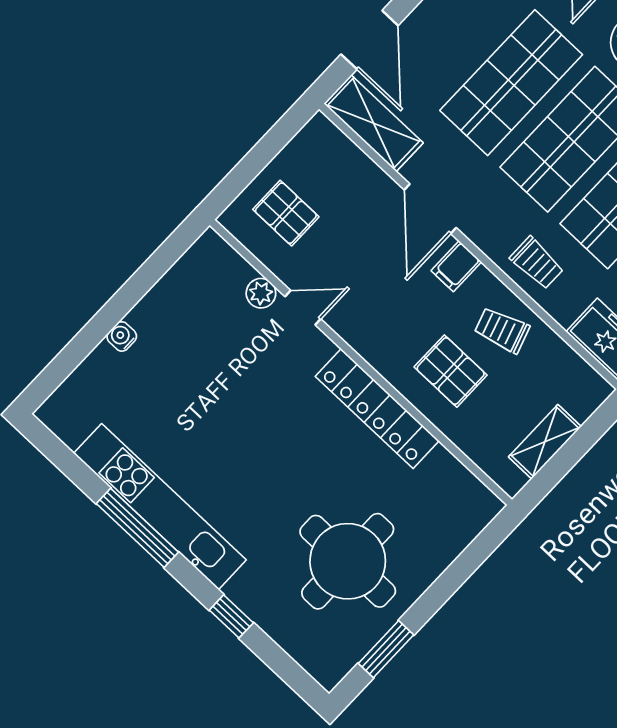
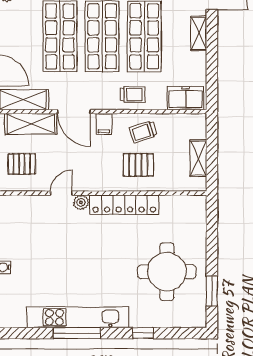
shelving: (352, 168) -> (31, 124), added
plant: (261, 293) -> (81, 202), moved

